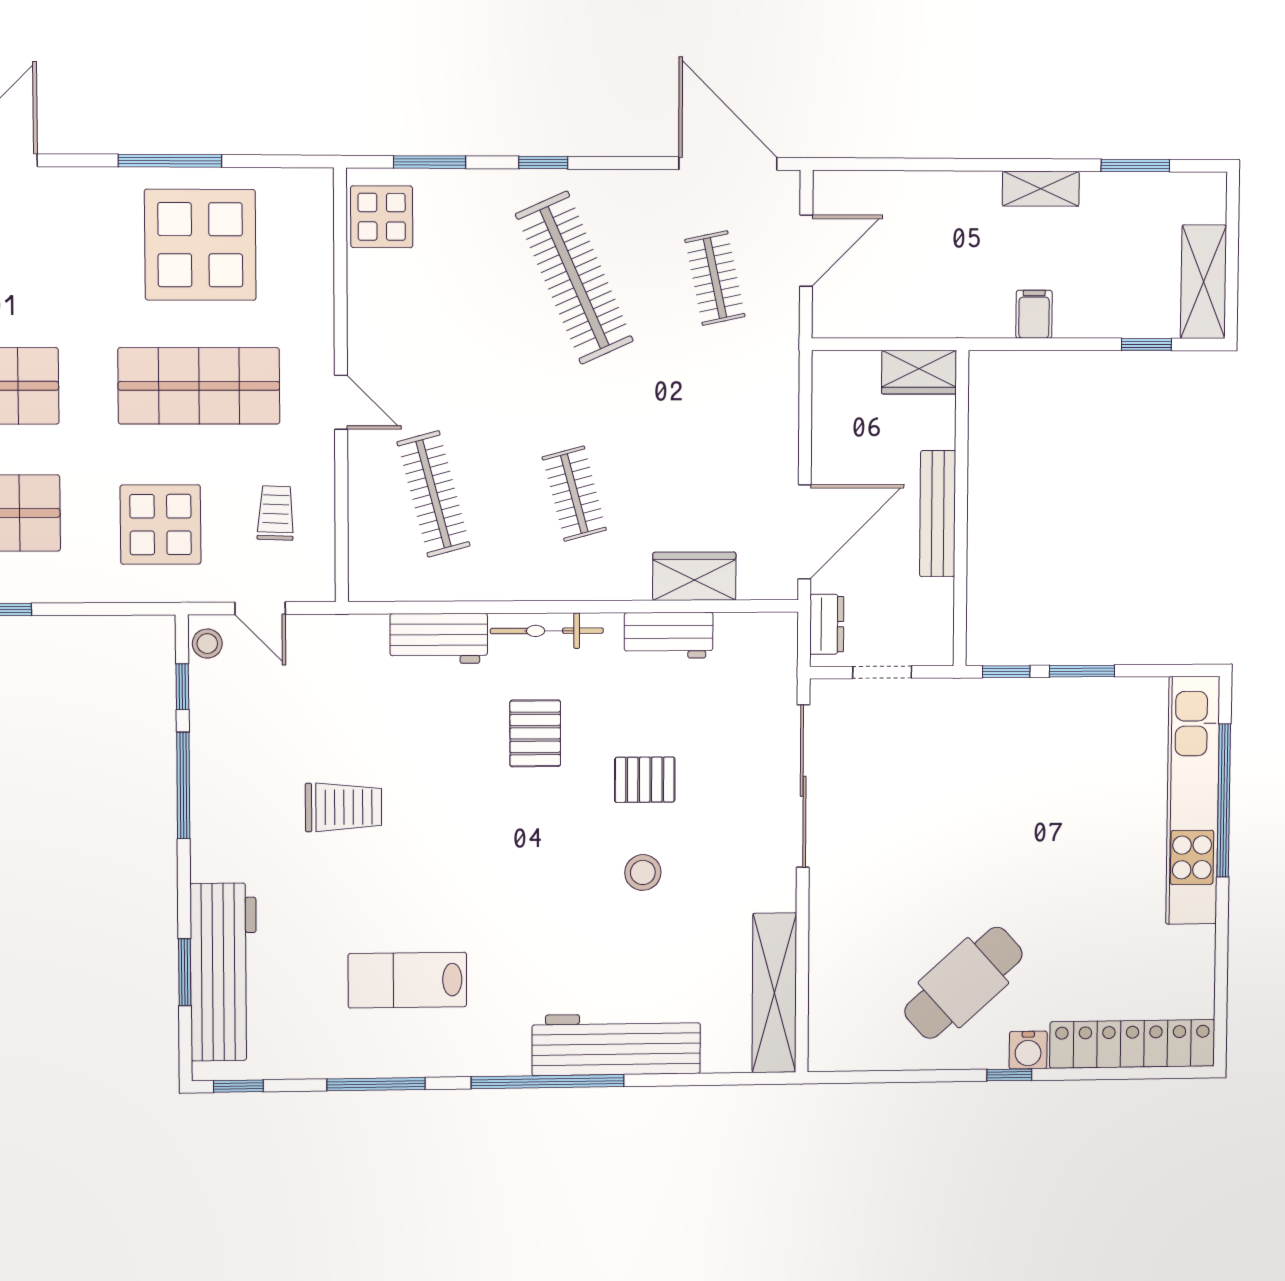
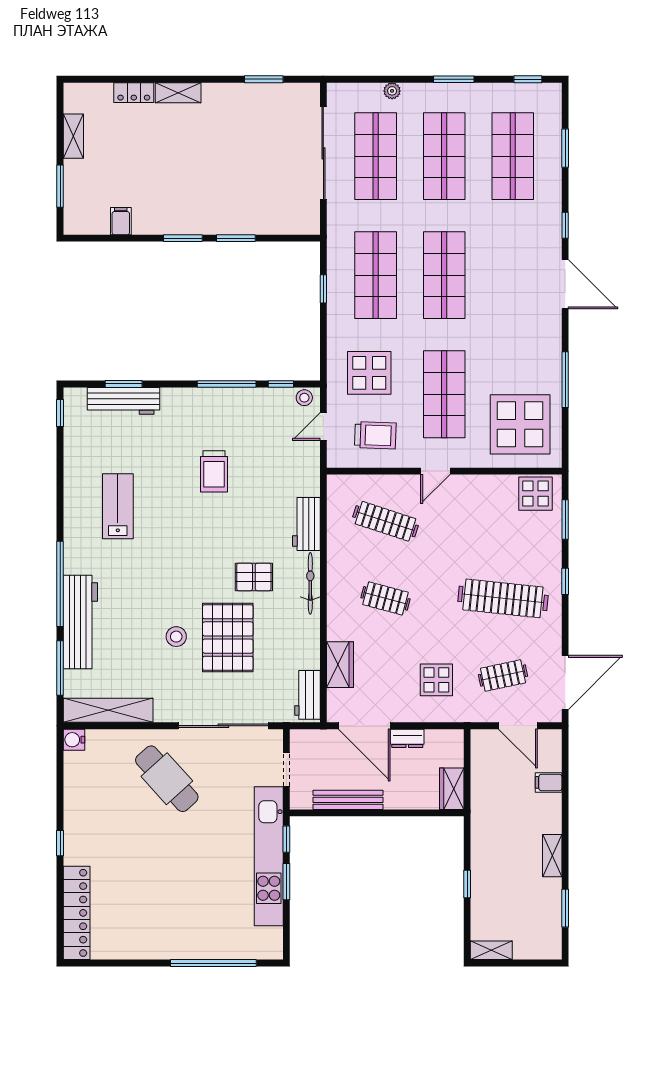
display table: (200, 245) -> (520, 424), moved
clothes rail: (574, 278) -> (503, 598), turned 30
shelving: (1204, 282) -> (491, 950), width x0.67, depth x0.75
filing cabinet: (1034, 314) -> (549, 782), moved, turned 180
window: (1146, 344) -> (467, 884), moved
display table: (722, 400) -> (436, 680), added
clothes rail: (433, 494) -> (385, 521), turned 33
clothes rail: (574, 494) -> (385, 598), turned 30
trolley: (276, 513) -> (375, 435), width x1.36, depth x1.39
bench: (938, 514) -> (348, 800), moved
dresser: (827, 624) -> (407, 738), moved
workbench: (669, 635) -> (307, 695), moved
pallet: (645, 780) -> (228, 638), width x2.05, depth x2.00
kitchen unit: (1193, 800) -> (269, 856), moved, turned -90
workbench: (224, 972) -> (124, 401), width x0.73, depth x0.76
cafe table: (963, 983) -> (167, 779), moved
water cooler: (1028, 1050) -> (74, 740), moved
window: (376, 1084) -> (60, 668), moved

